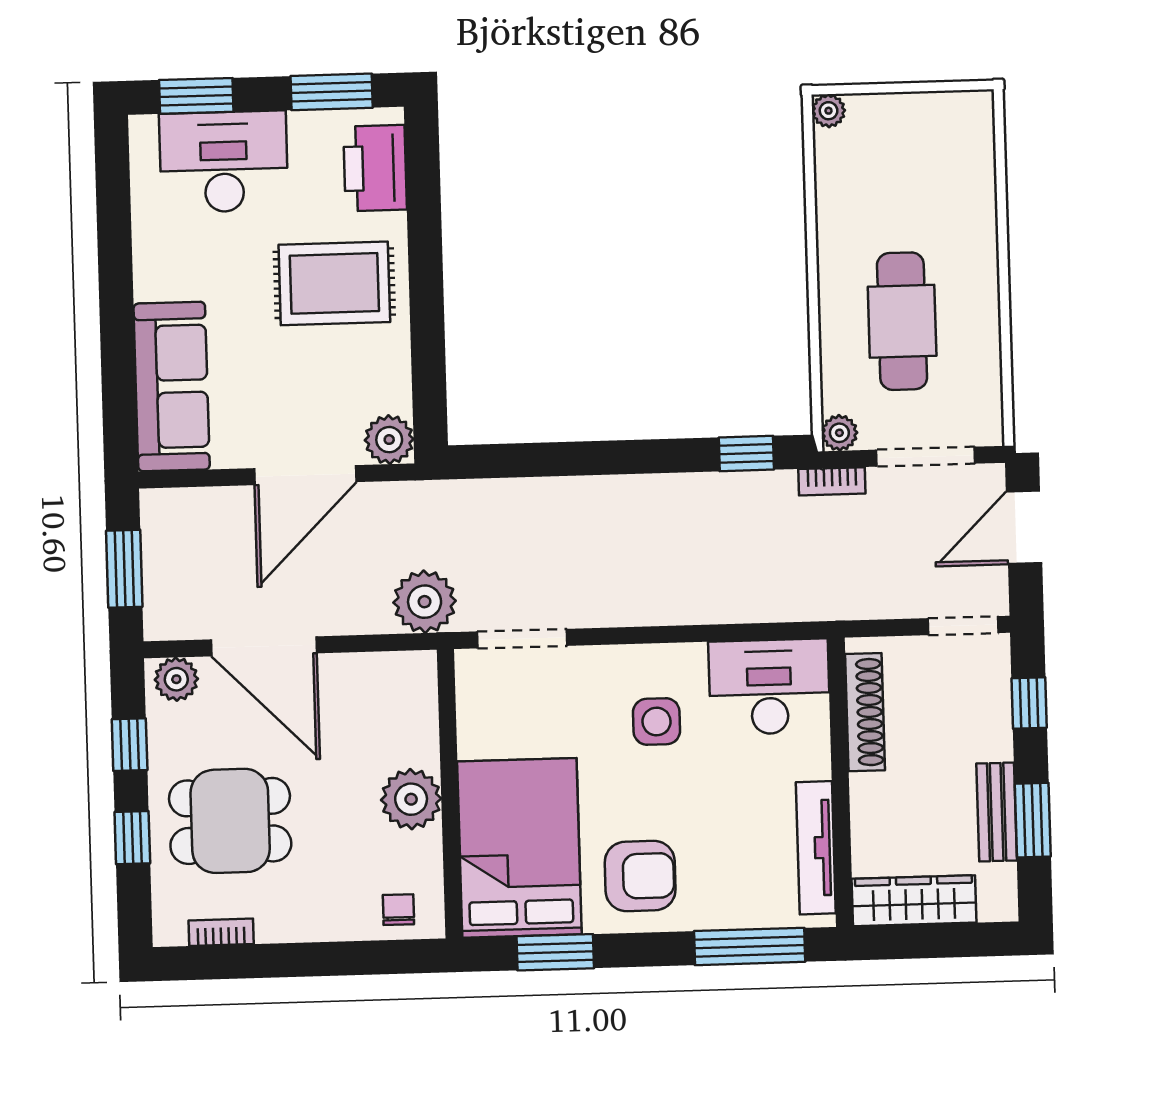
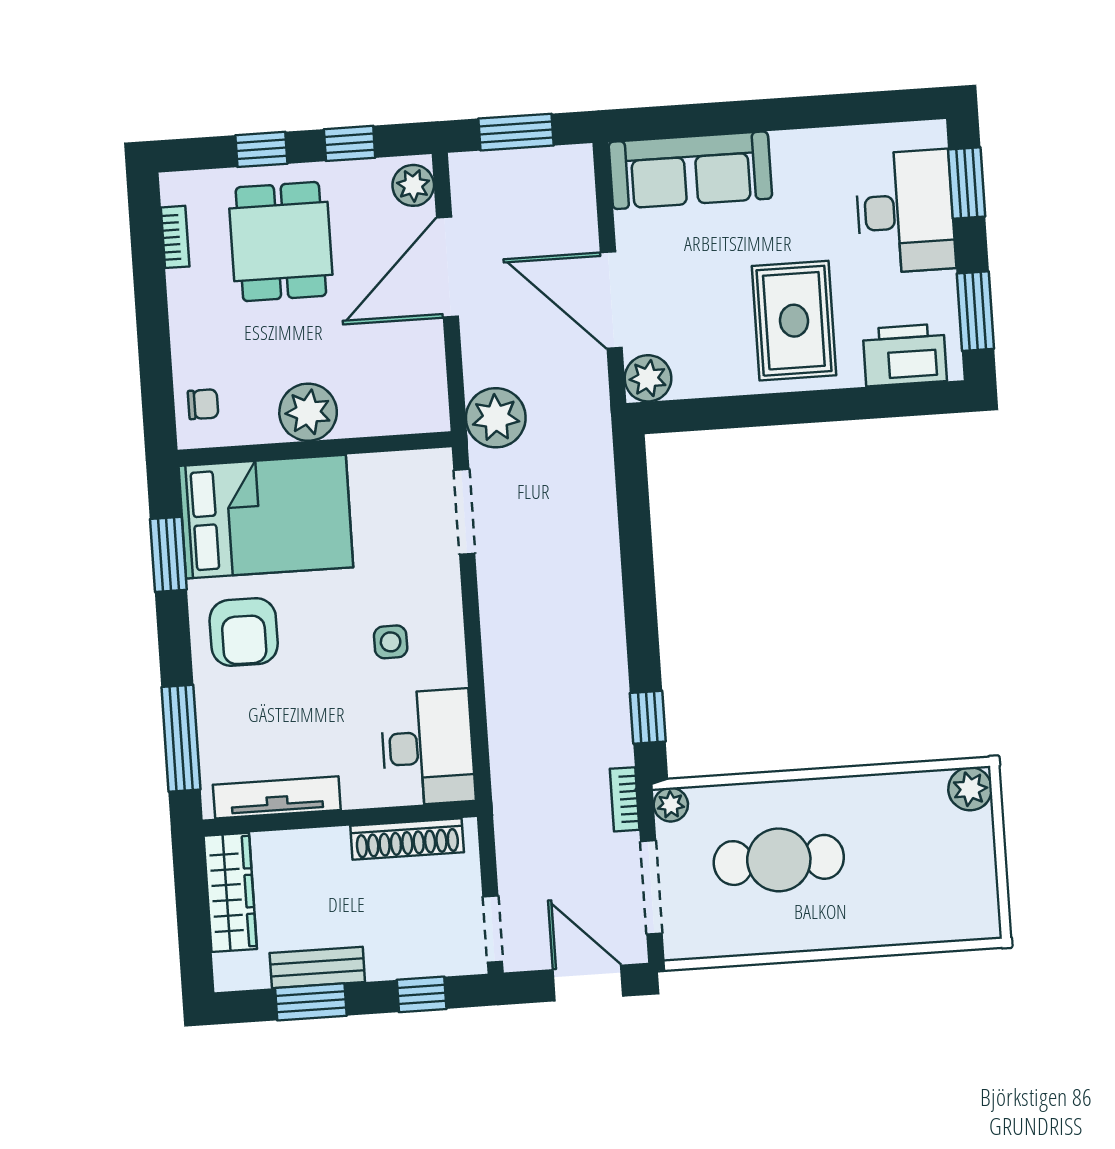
plant: (829, 111) -> (970, 789), width x1.38, depth x1.38
side table: (657, 722) -> (391, 642), width x0.73, depth x0.73

